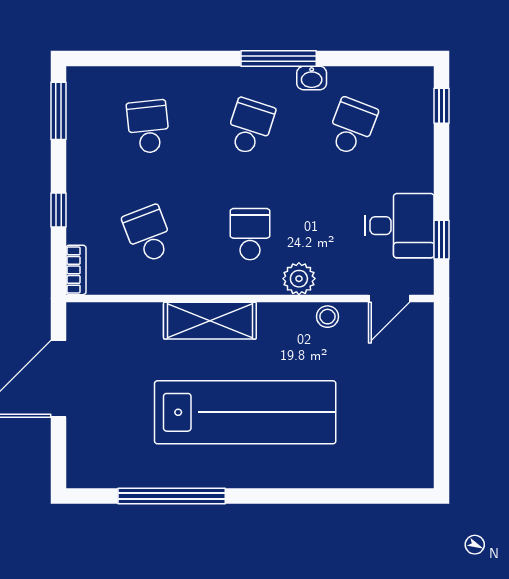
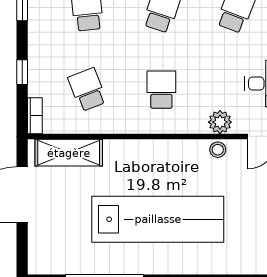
plant: (299, 279) -> (220, 122), moved
shelving: (210, 321) -> (69, 153), moved

